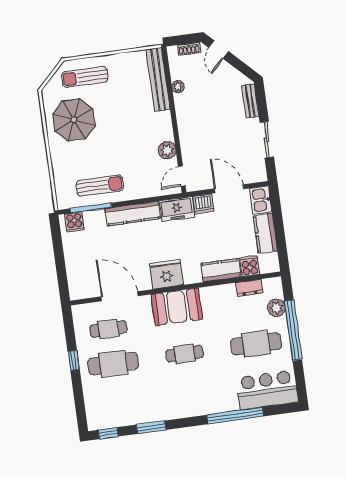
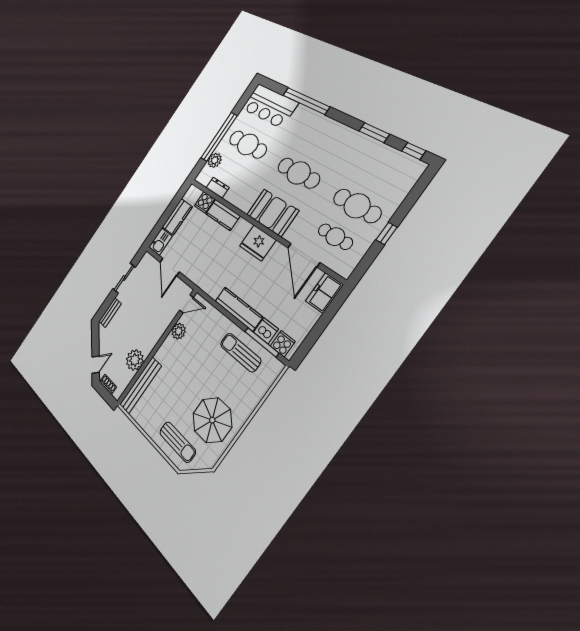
plant: (178, 87) -> (135, 360), width x1.87, depth x1.87
dishwasher: (203, 204) -> (266, 331), moved
freezer: (177, 209) -> (324, 293), moved, turned -90
cafe table: (185, 354) -> (299, 173), width x1.37, depth x1.35

